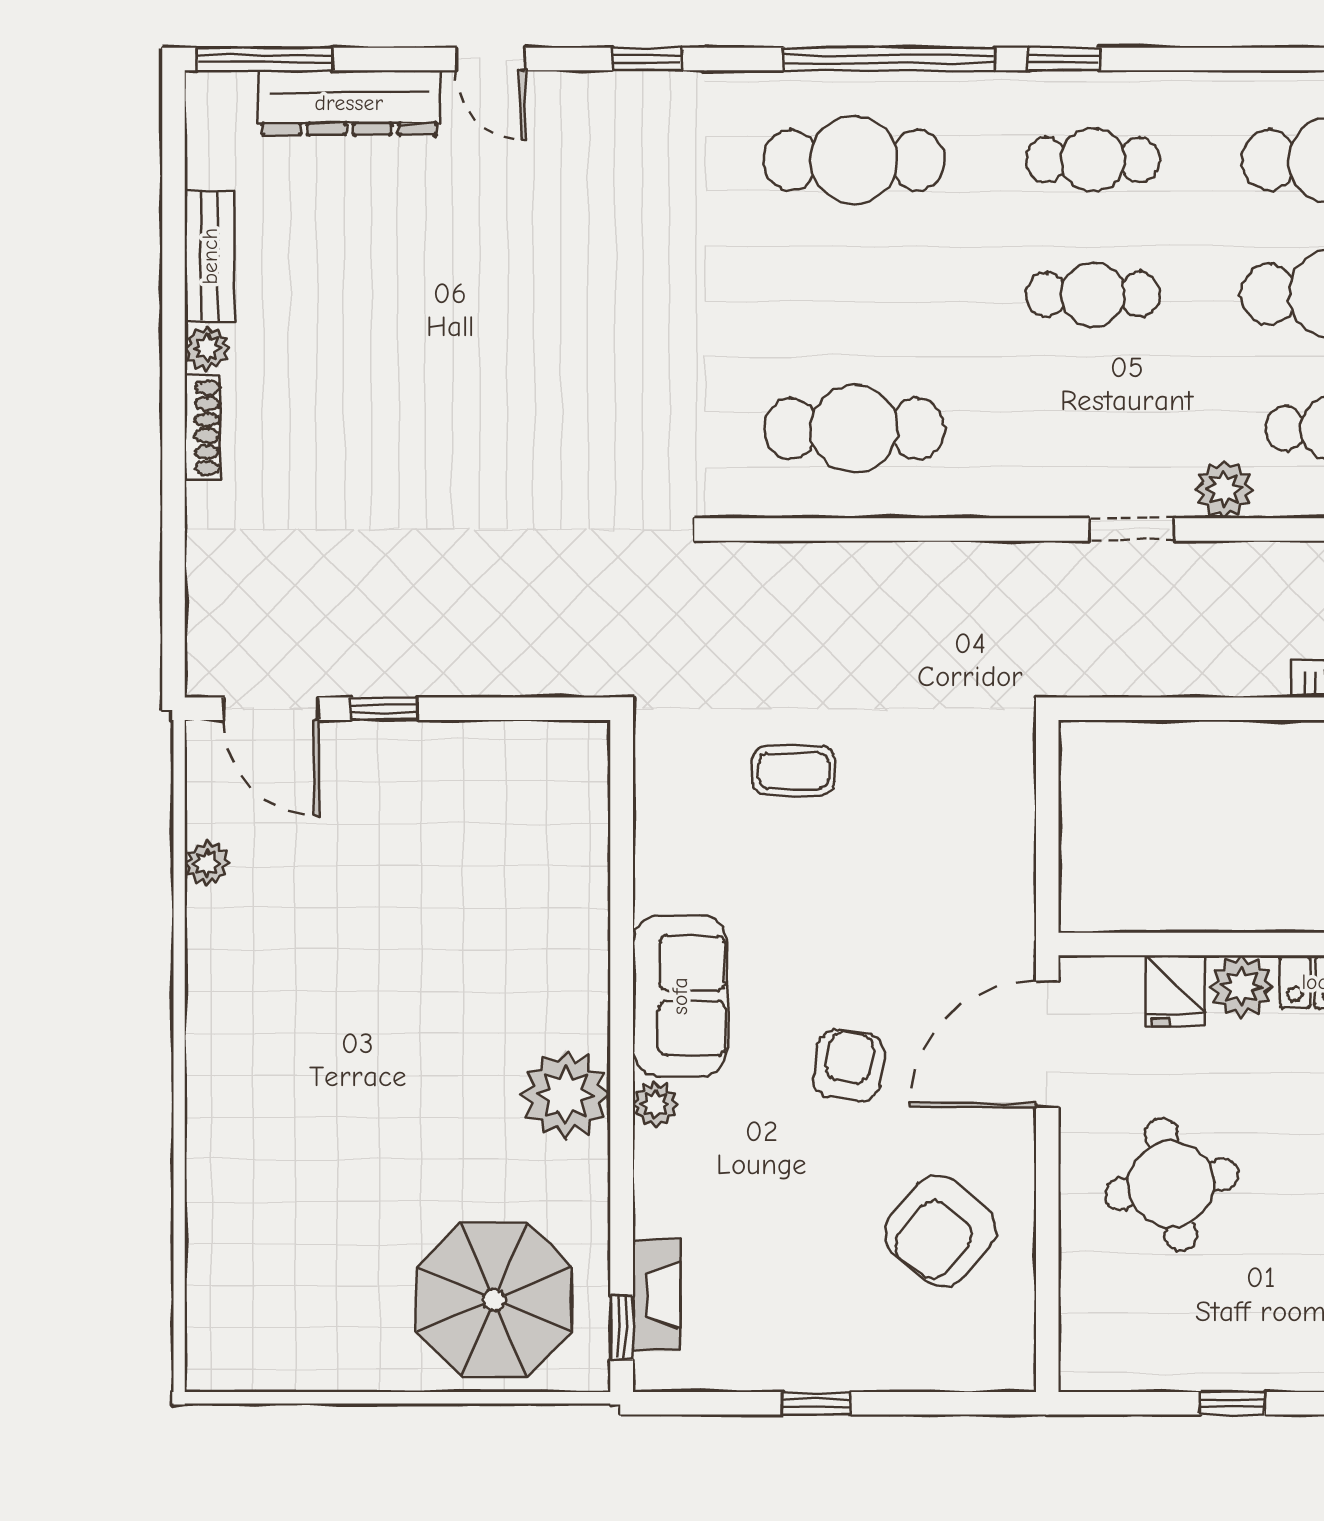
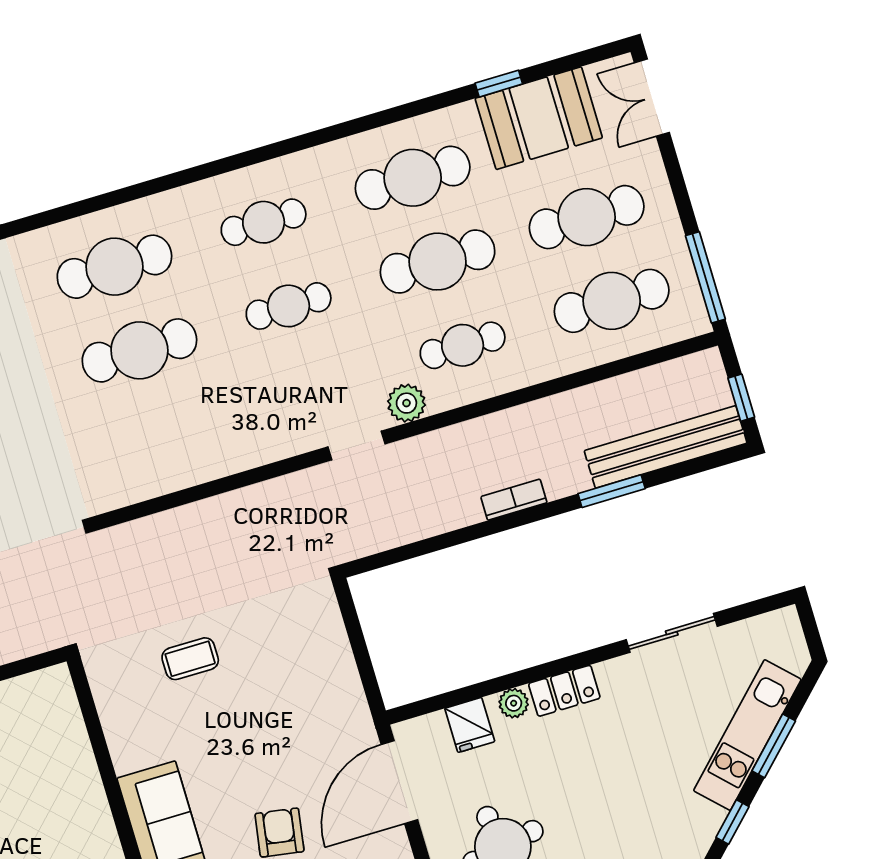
window: (889, 59) -> (117, 197), removed
window: (1063, 59) -> (226, 165), removed
cafe table: (854, 429) -> (139, 350), moved
plant: (1242, 986) -> (514, 703), width x0.73, depth x0.73

